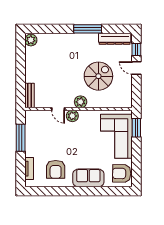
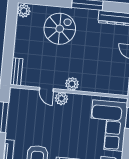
spiral stairs: (98, 76) -> (60, 29), moved

